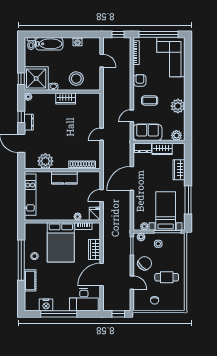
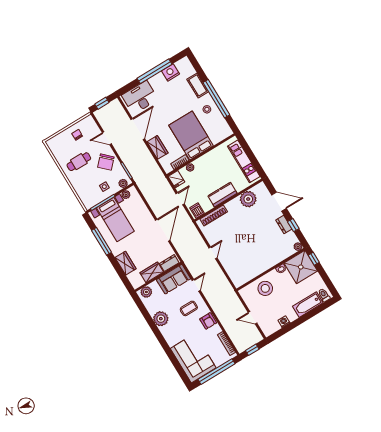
wardrobe: (66, 98) -> (264, 265), removed
dishwasher: (94, 177) -> (197, 210), added

